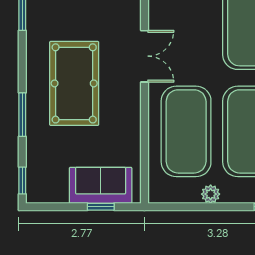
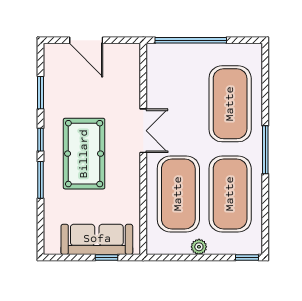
window: (22, 181) -> (40, 140), moved
sofa: (101, 185) -> (97, 239), width x1.36

